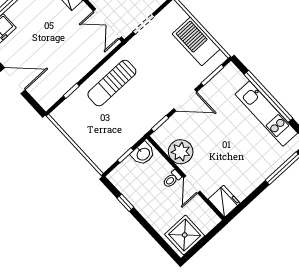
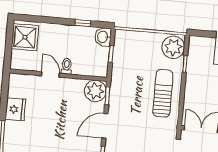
plant: (68, 114) -> (173, 47), added
plant: (181, 152) -> (95, 91), moved
washbasin: (143, 154) -> (103, 37), moved
fridge: (224, 201) -> (15, 109), moved, turned -90

